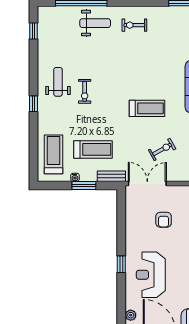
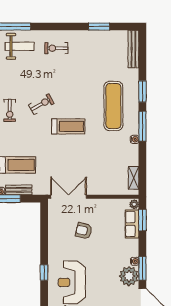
exercise bike: (162, 149) -> (41, 104), moved
bench: (111, 176) -> (19, 190), moved
armchair: (164, 220) -> (84, 231), turned 104

